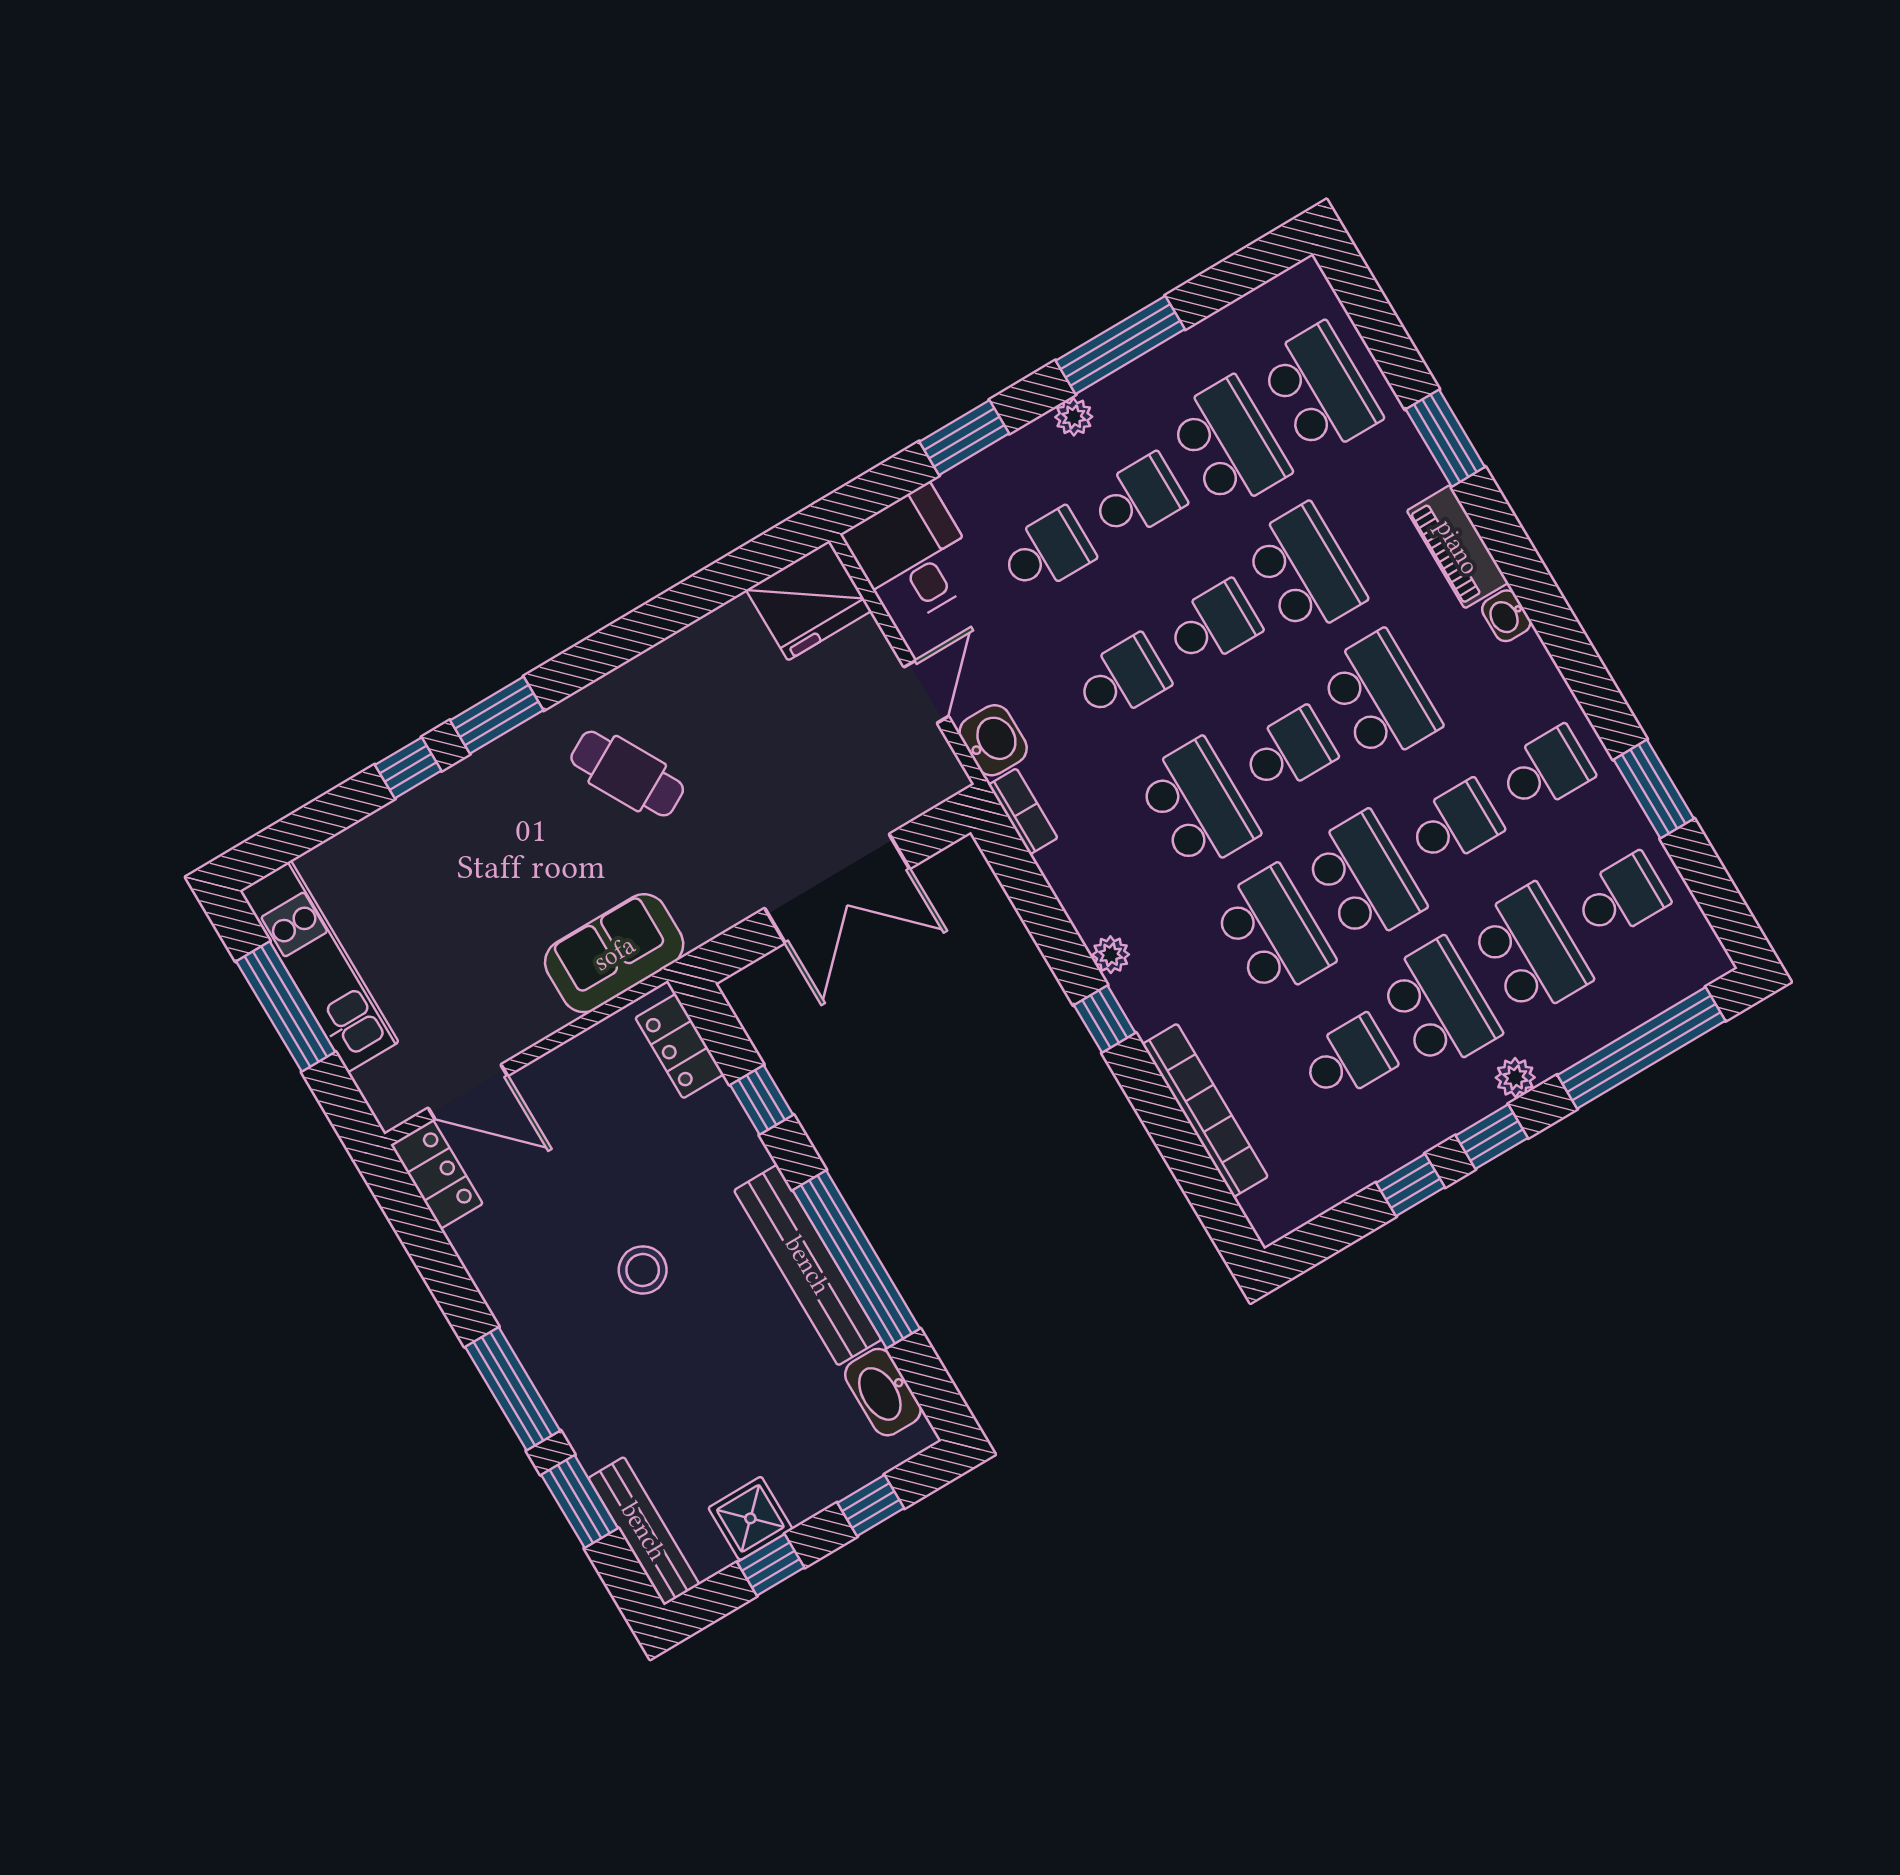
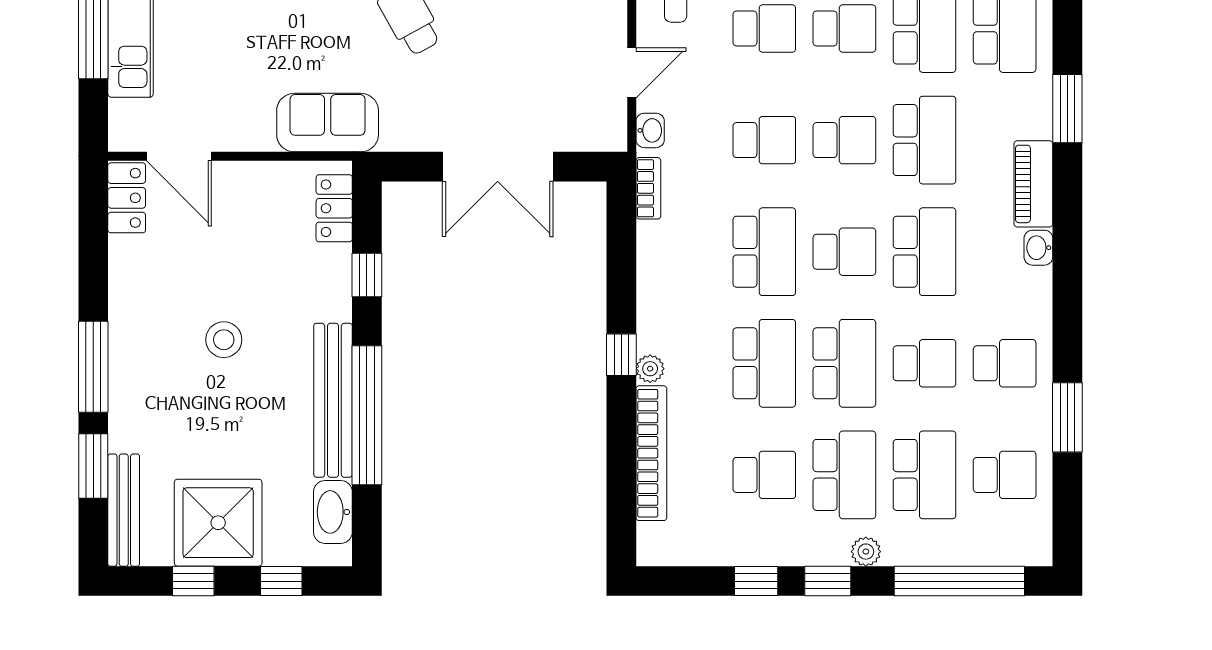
washbasin: (993, 740) -> (650, 130), width x0.72, depth x0.69
plant: (1111, 955) -> (650, 369), moved
shower: (750, 1518) -> (218, 523), width x1.86, depth x1.86

